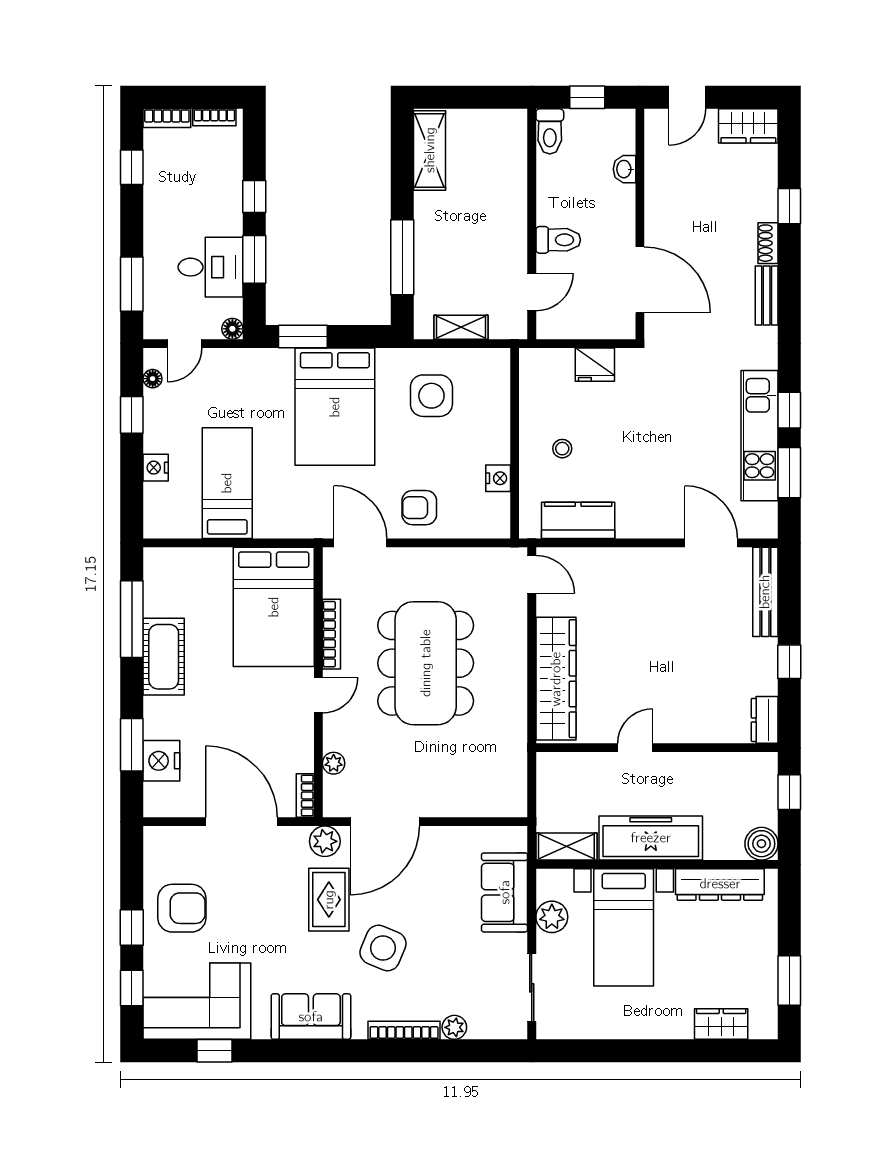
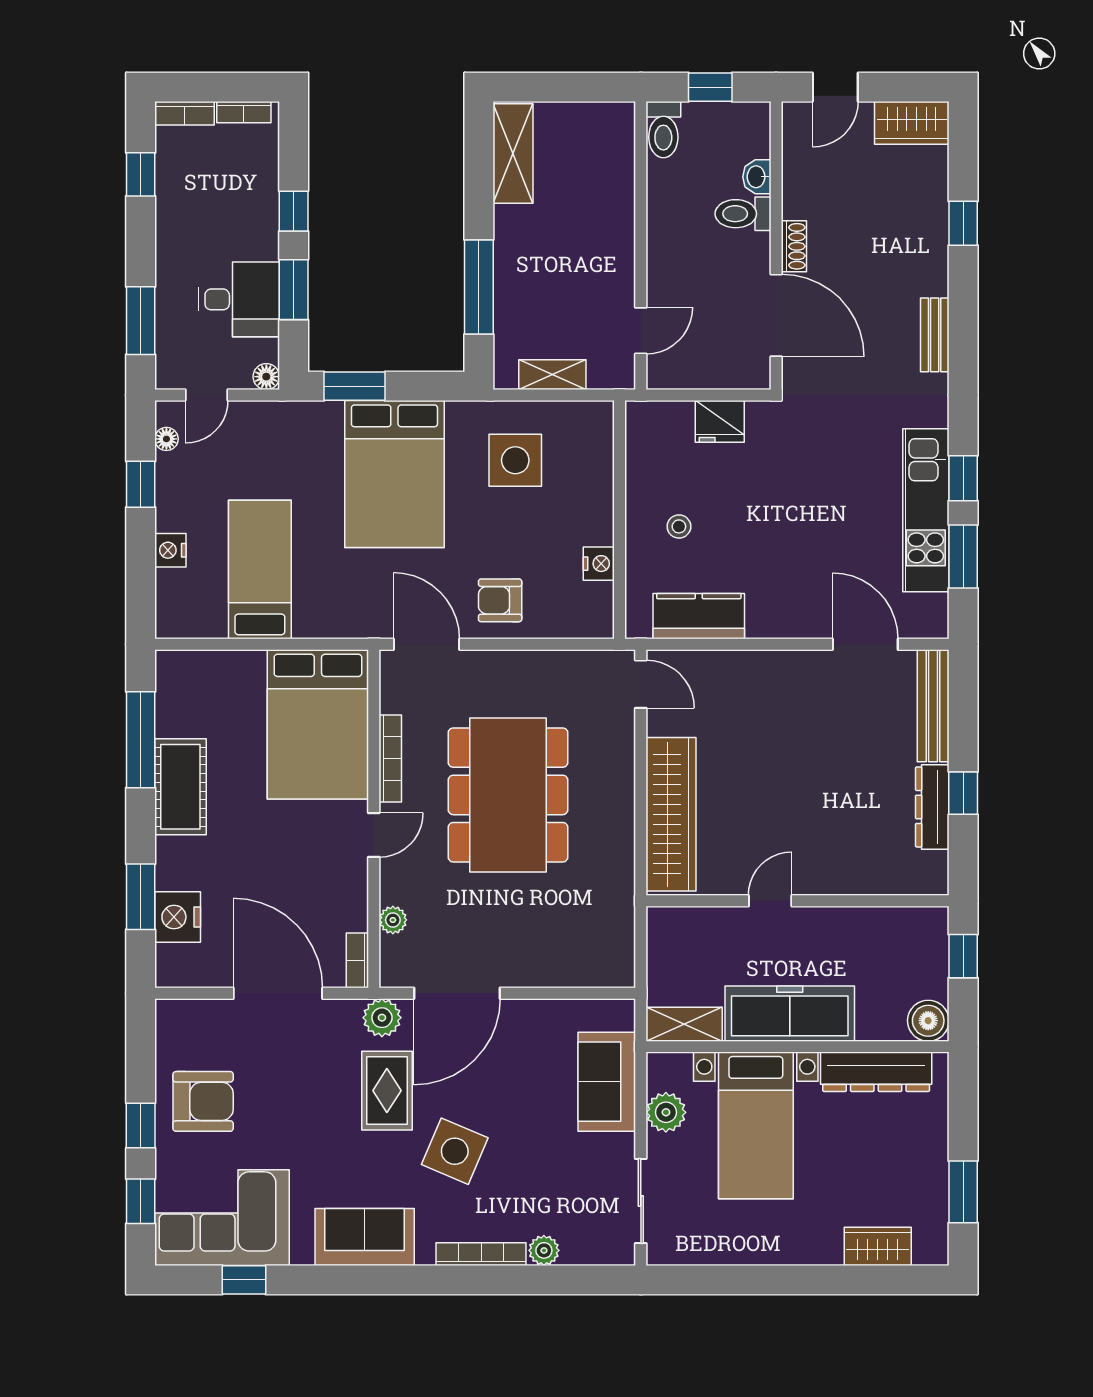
toilet: (558, 240) -> (743, 214), moved, turned 180
shoe rack: (768, 243) -> (794, 246), moved, turned 180
dresser: (765, 720) -> (932, 807), moved, width x1.44

